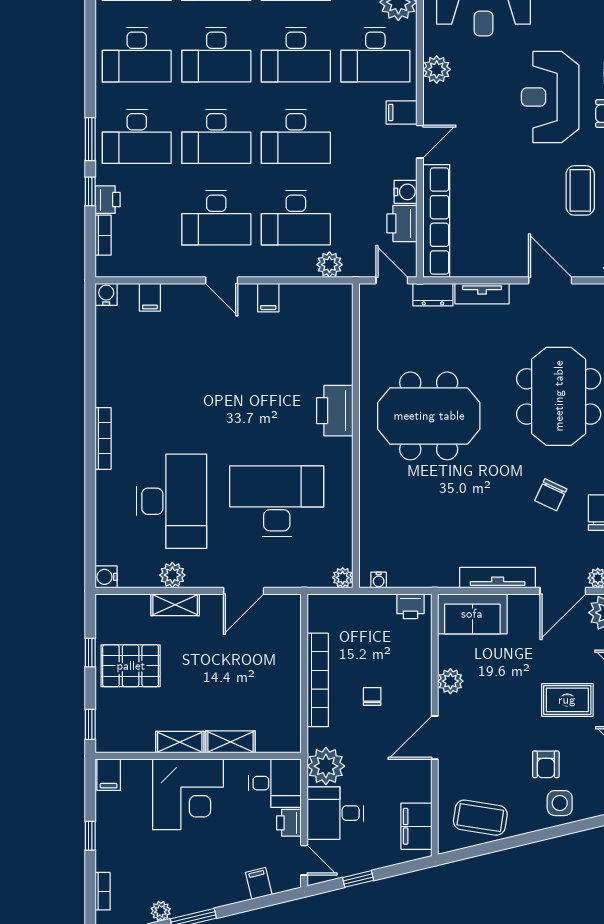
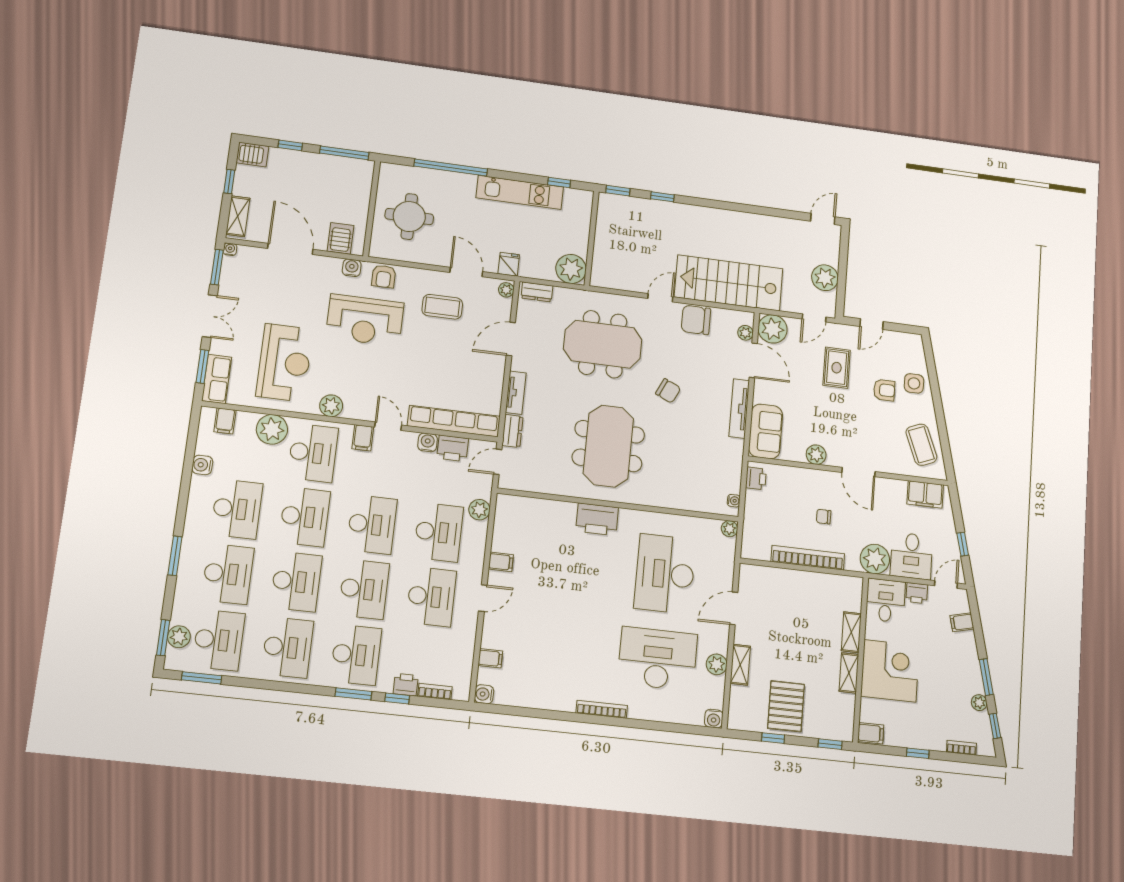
chair: (551, 495) -> (668, 391), moved
door: (244, 591) -> (734, 608), swing flipped
coffee table: (480, 818) -> (921, 445), turned -31

